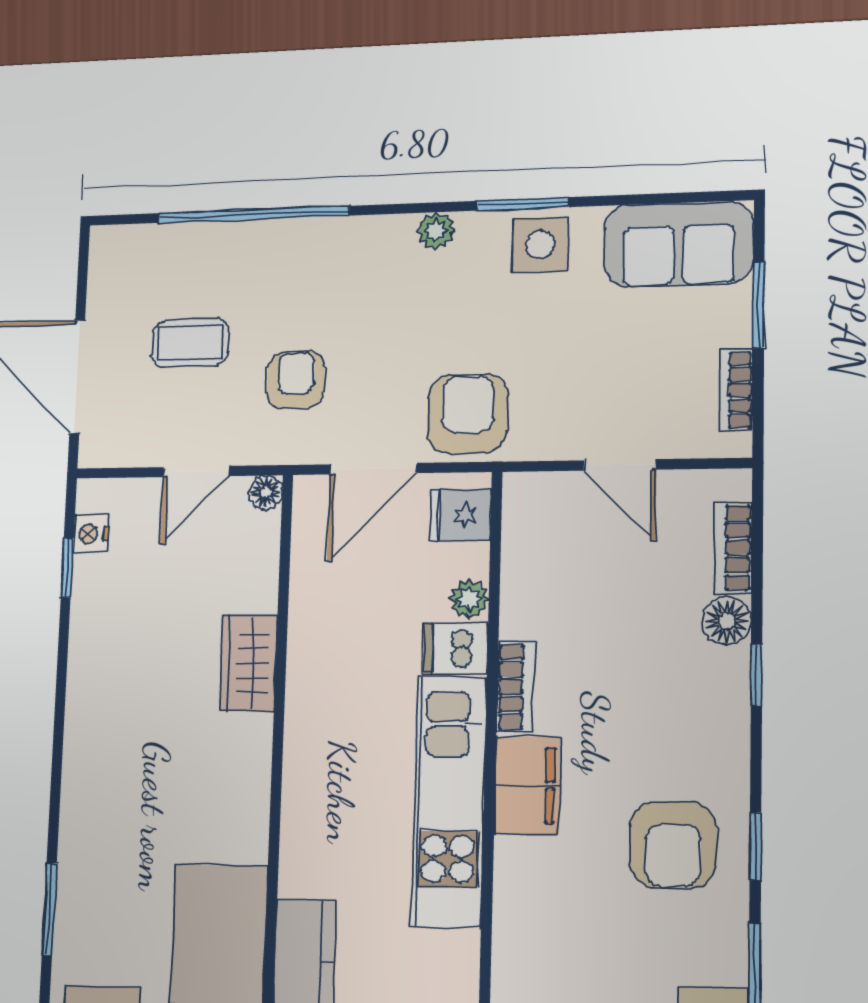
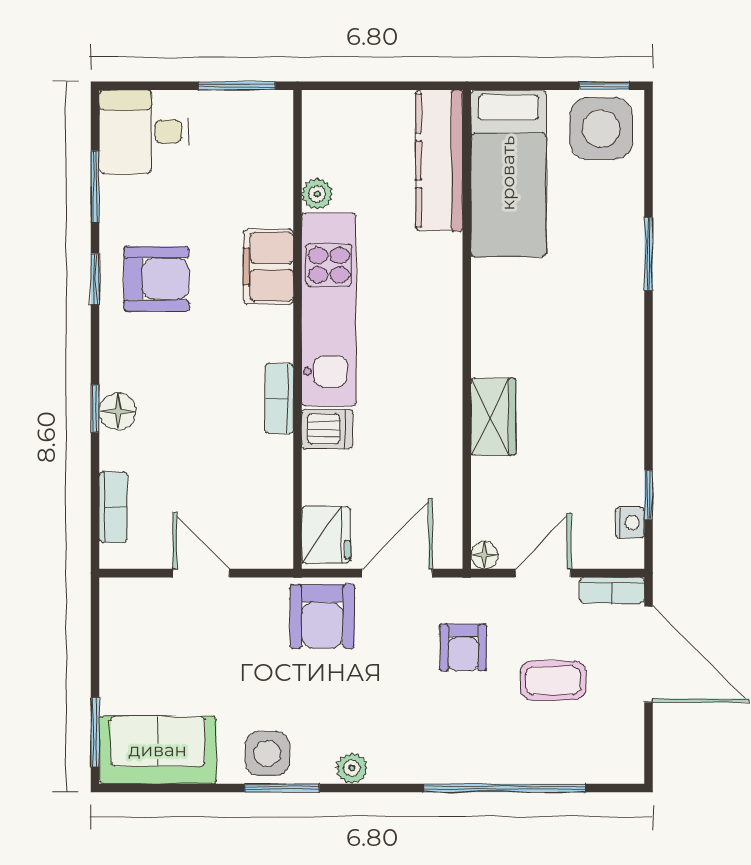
window: (759, 305) -> (95, 732), moved
bookcase: (736, 390) -> (612, 590), moved, turned 90
fridge: (460, 515) -> (326, 535), width x1.38
plant: (469, 599) -> (317, 194), moved
floor lamp: (727, 621) -> (118, 411), moved
filing cabinet: (527, 785) -> (268, 267), moved
armchair: (673, 845) -> (156, 279), turned 90
window: (49, 909) -> (649, 254), moved

